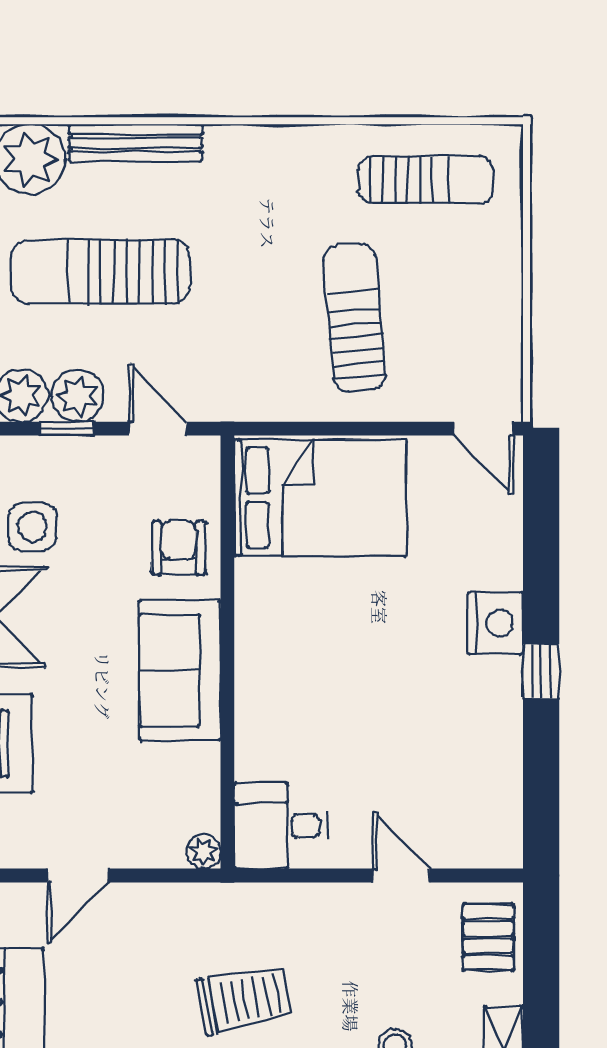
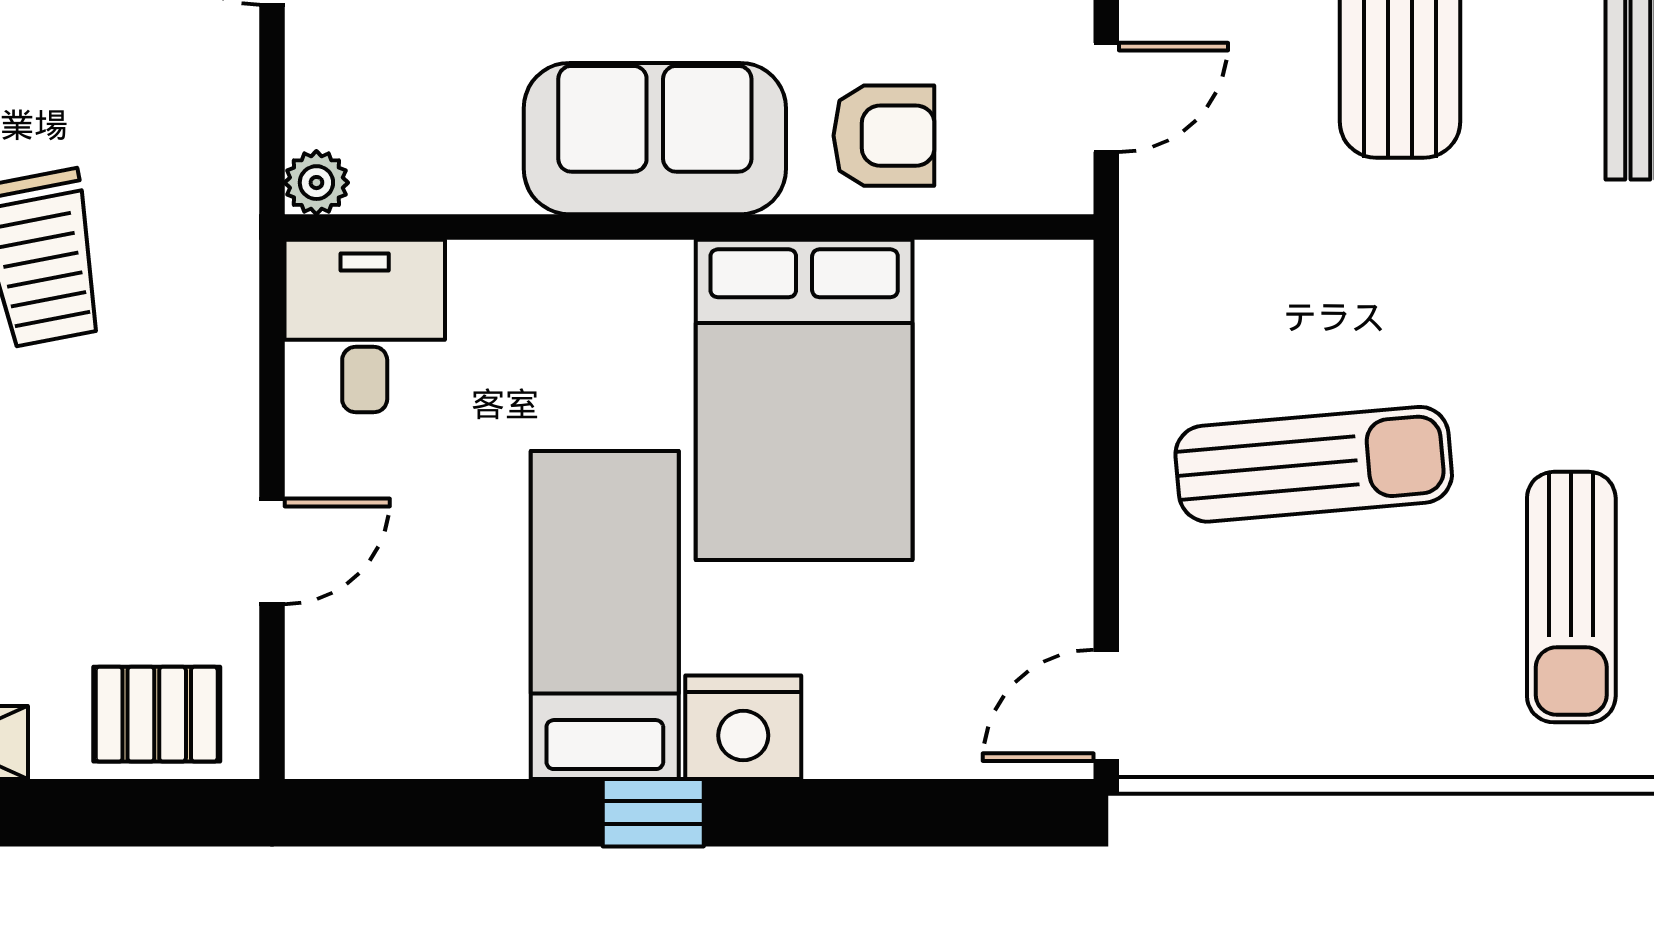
bed: (320, 498) -> (804, 400), moved
bed: (435, 697) -> (605, 615), added

